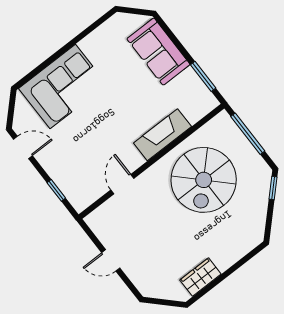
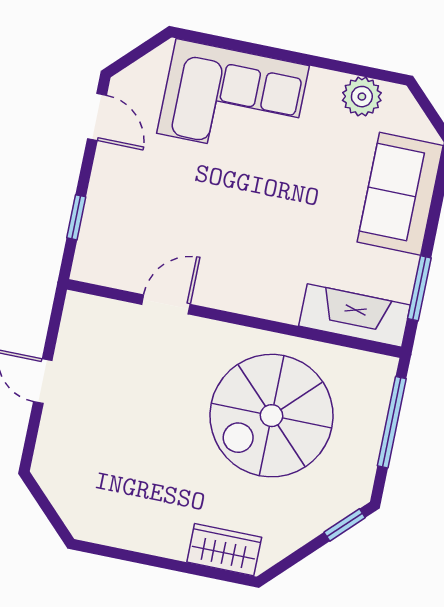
plant: (106, 33) -> (362, 97), added
fireplace: (162, 135) -> (355, 315), moved
wardrobe: (200, 277) -> (224, 550), moved

